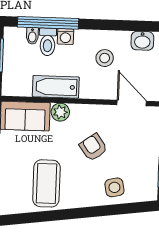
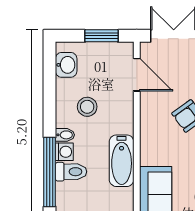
bidet: (32, 36) -> (65, 135), moved
door: (132, 103) -> (137, 75), swing flipped
plant: (60, 112) -> (150, 155), removed

